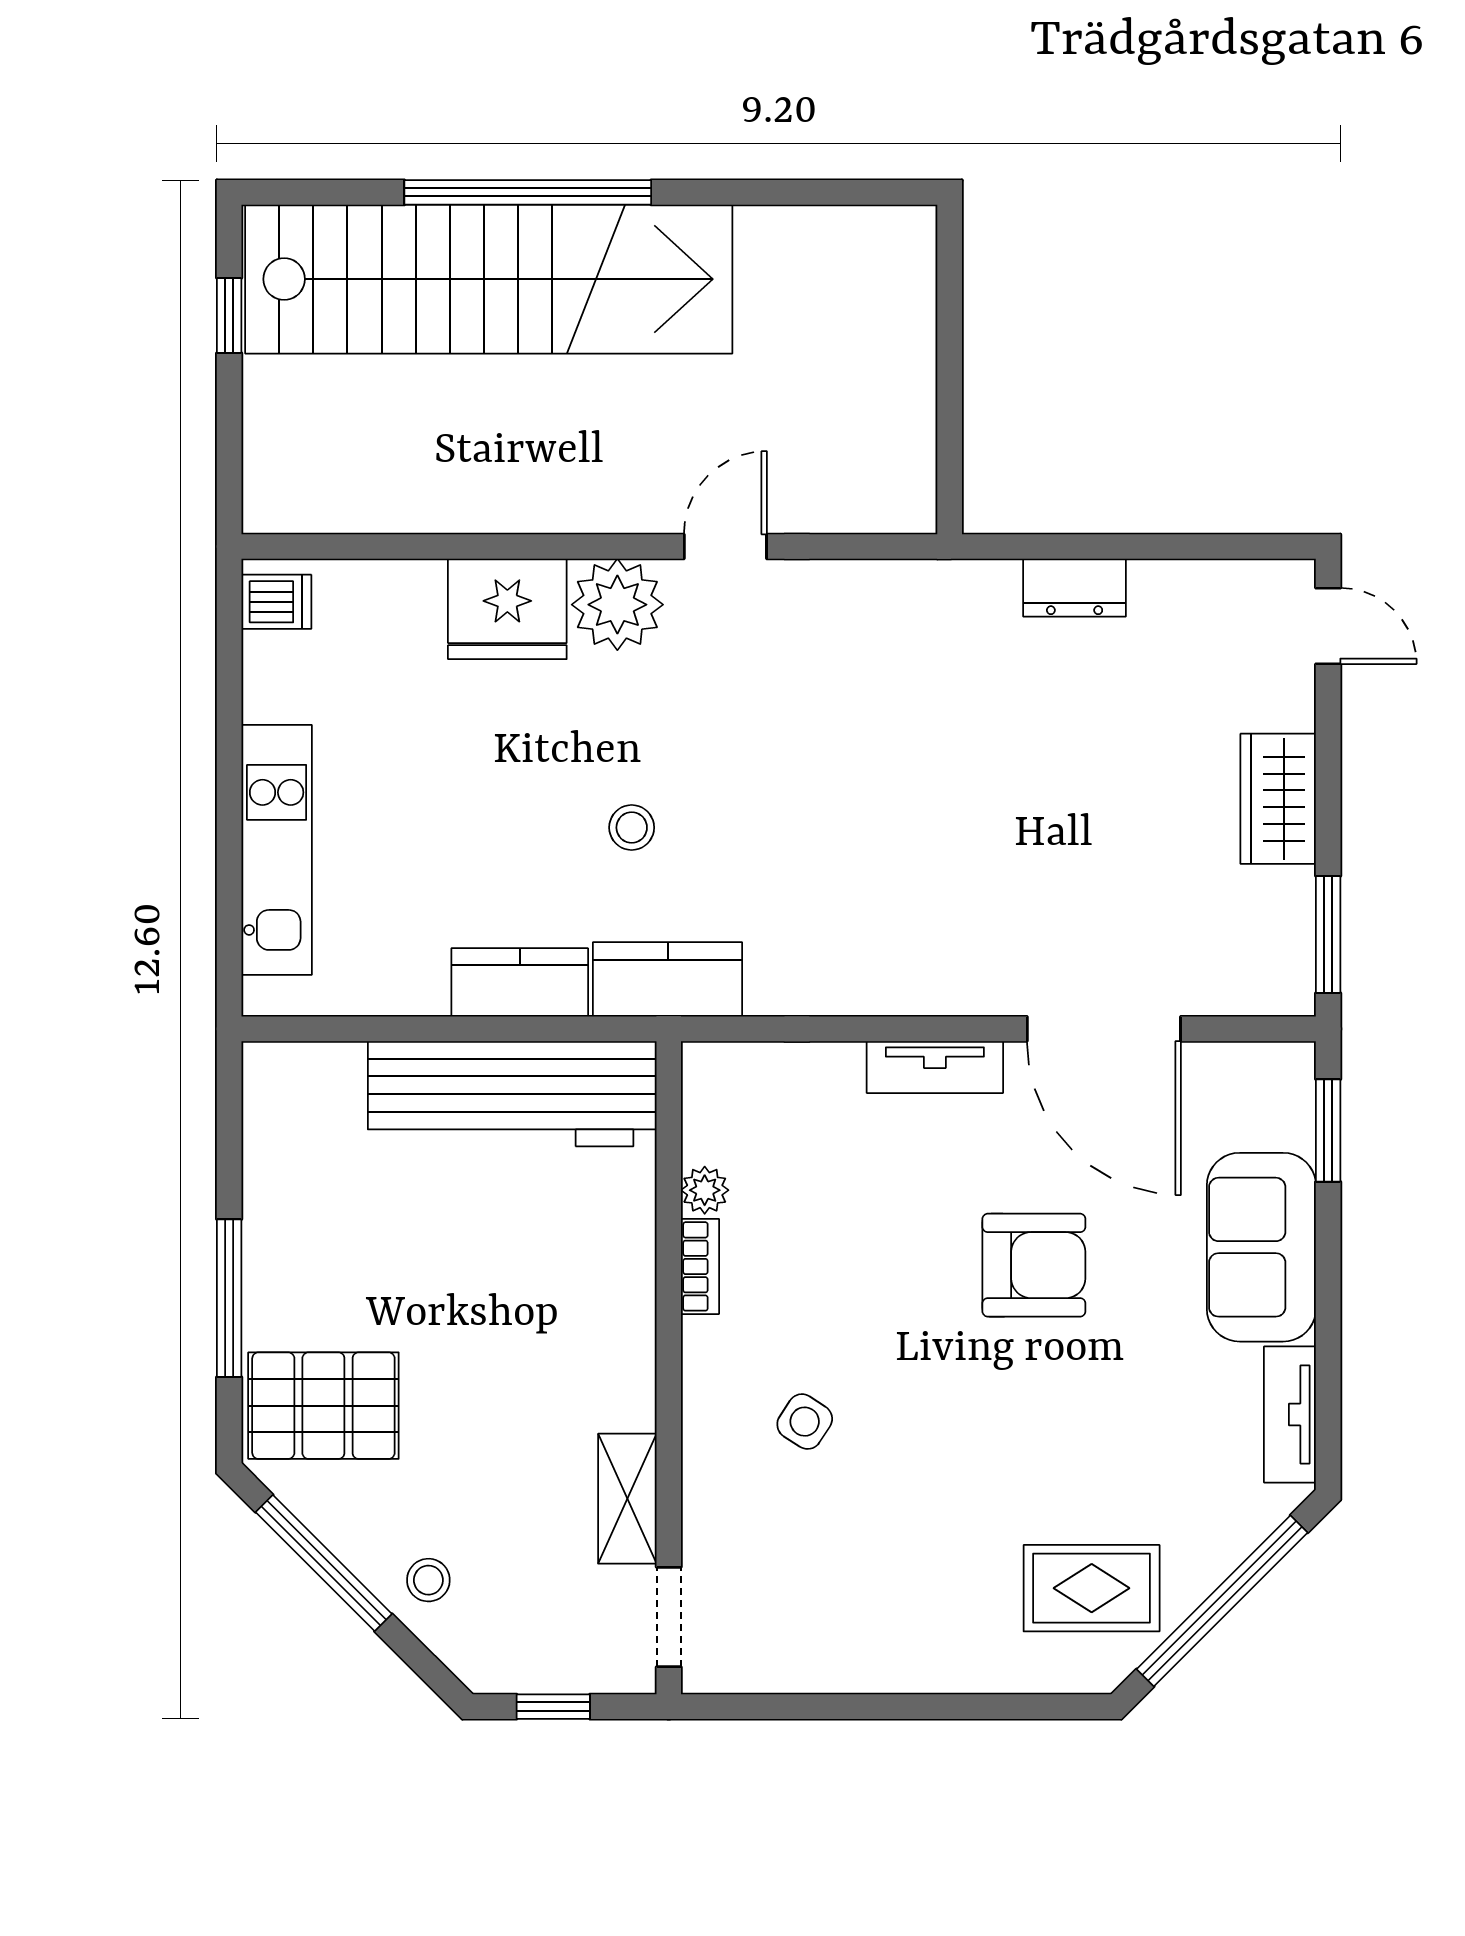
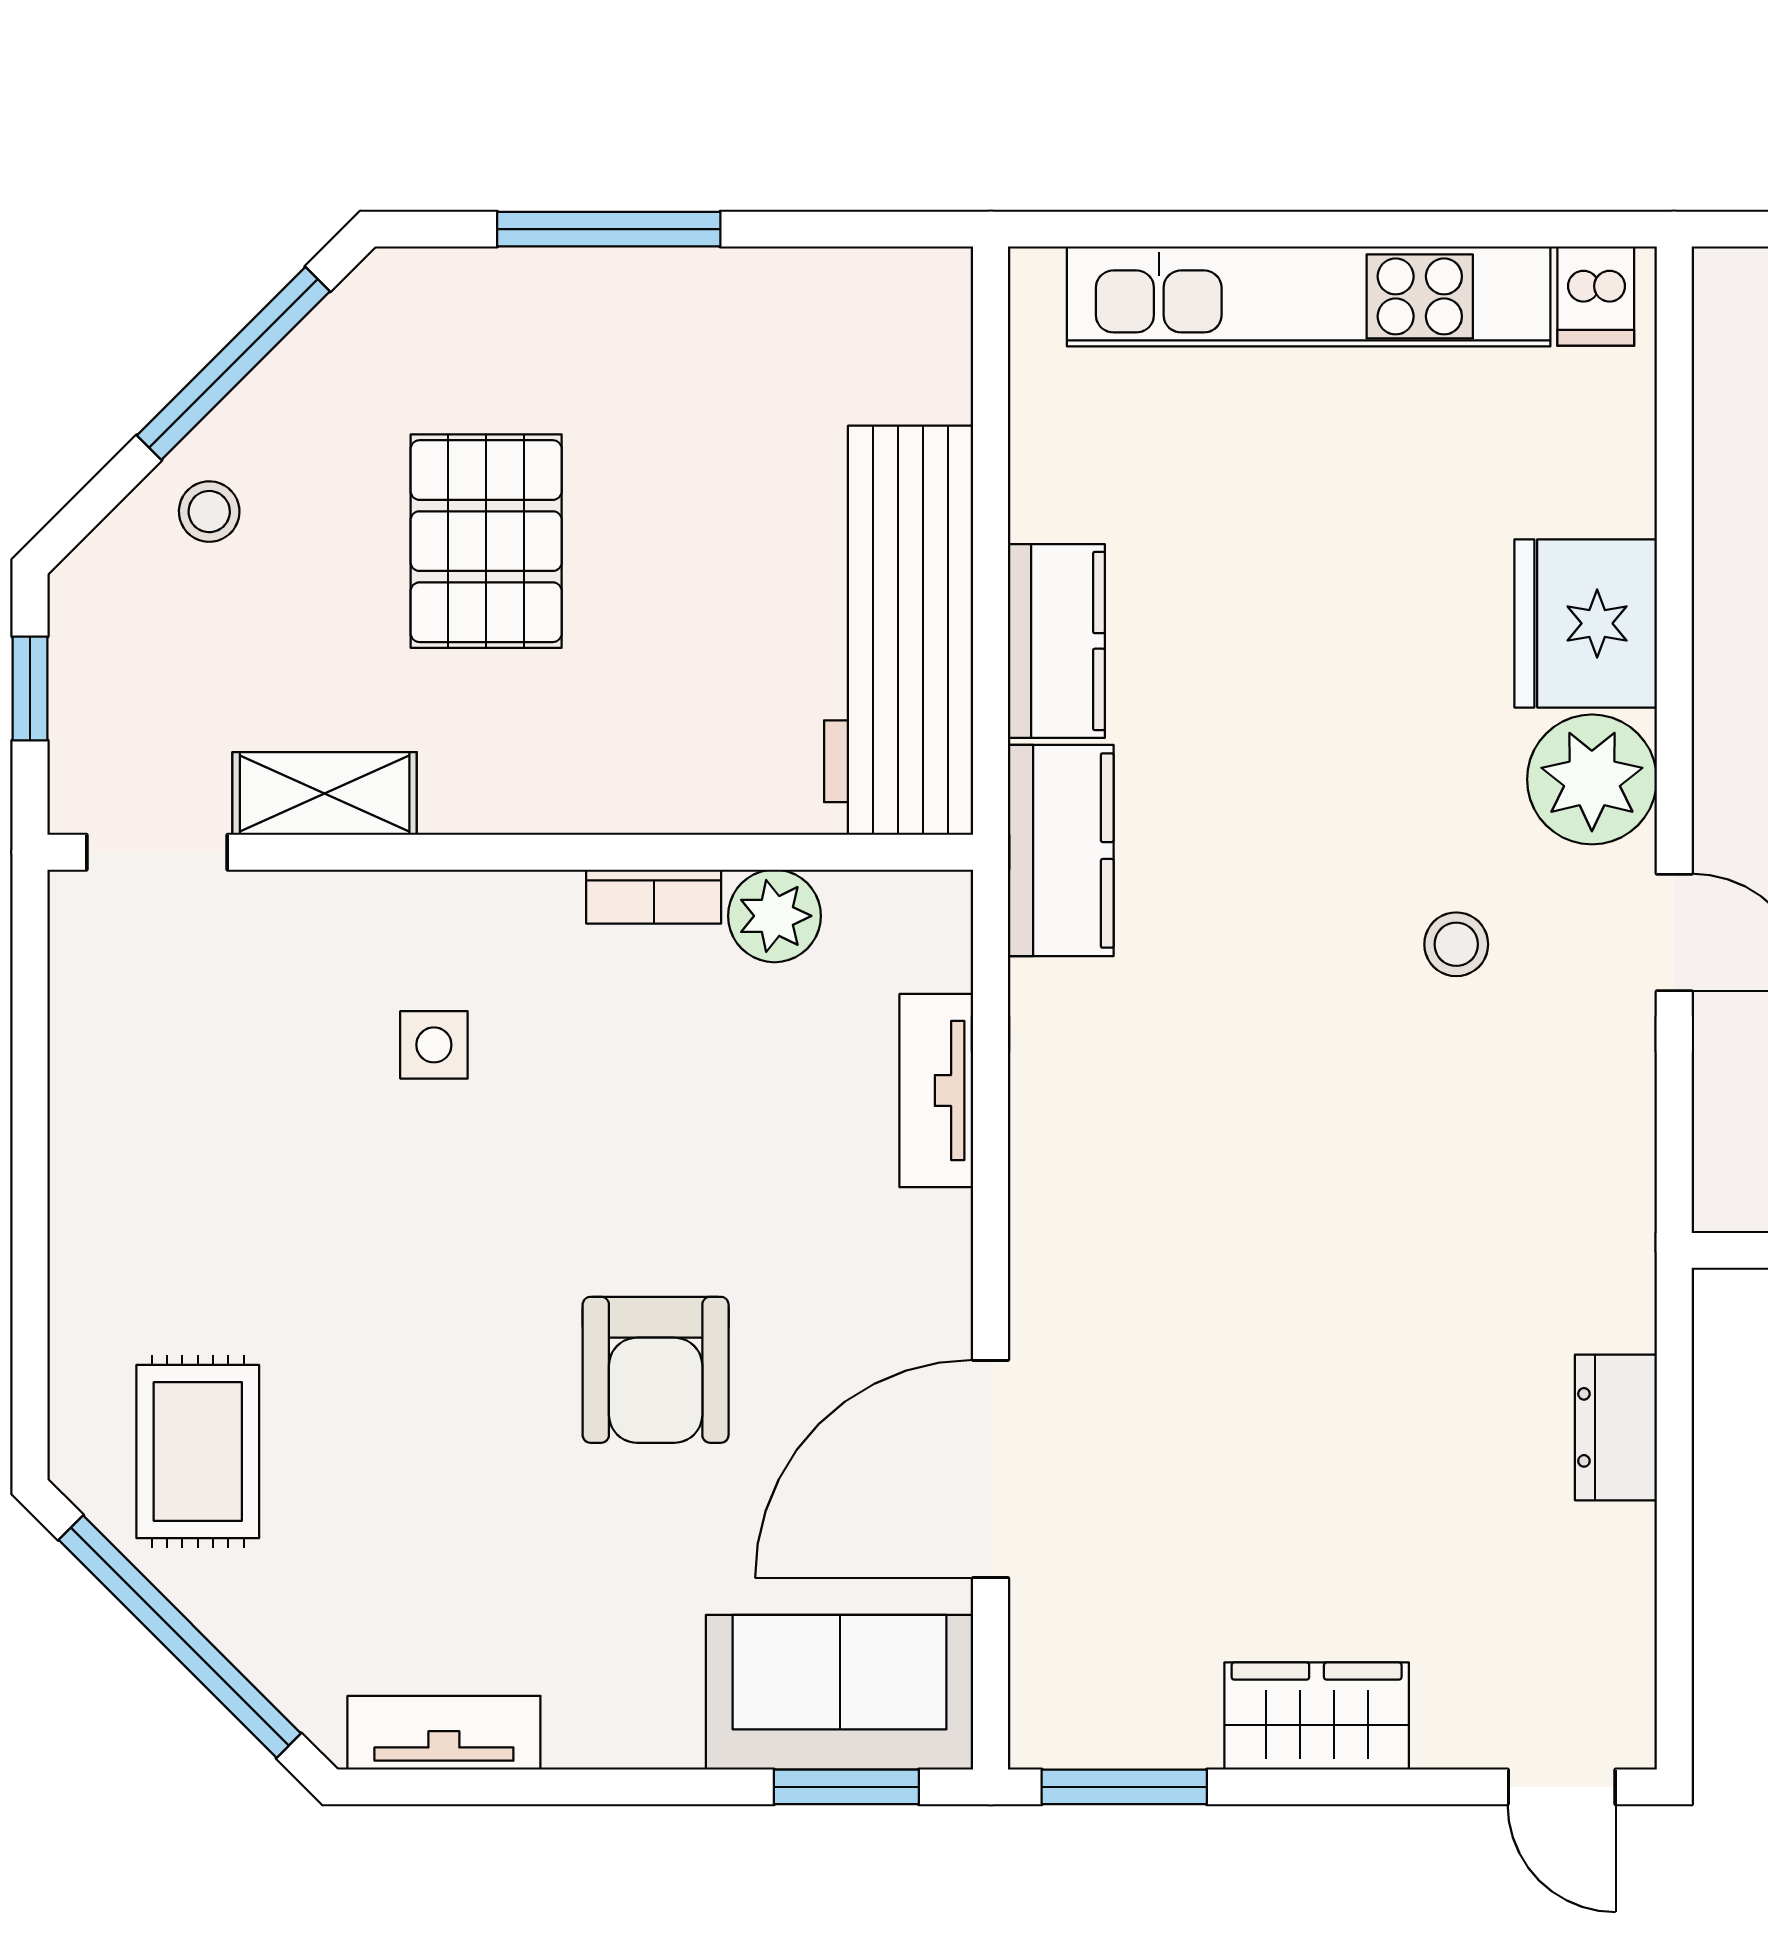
door: (1328, 626) -> (1562, 1787), hinge flipped
stool: (632, 828) -> (1456, 944), moved
kitchen unit: (277, 850) -> (1309, 296), width x1.36
tv unit: (935, 1067) -> (936, 1091), moved
plant: (705, 1190) -> (774, 916), width x1.38, depth x1.38
sofa: (1261, 1247) -> (840, 1692), moved
pallet: (323, 1406) -> (486, 541), moved
side table: (805, 1422) -> (434, 1045), turned -33

